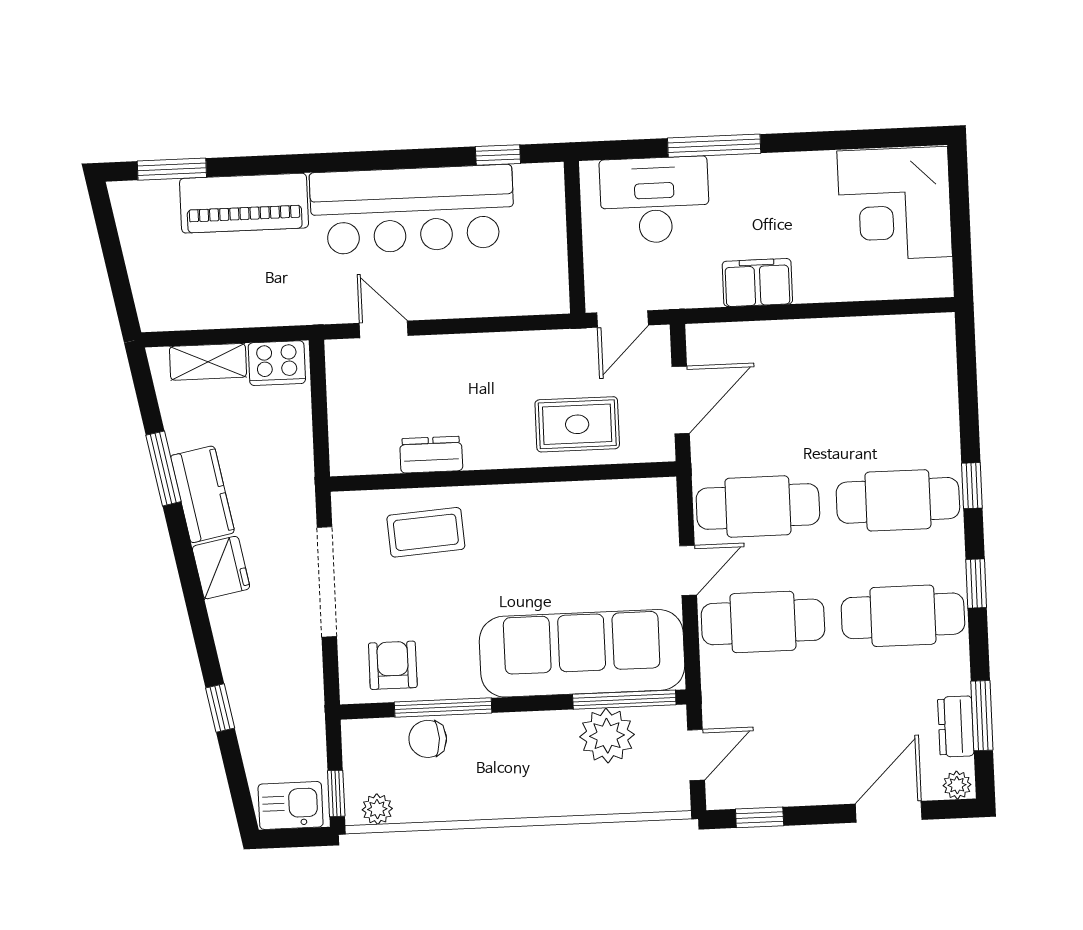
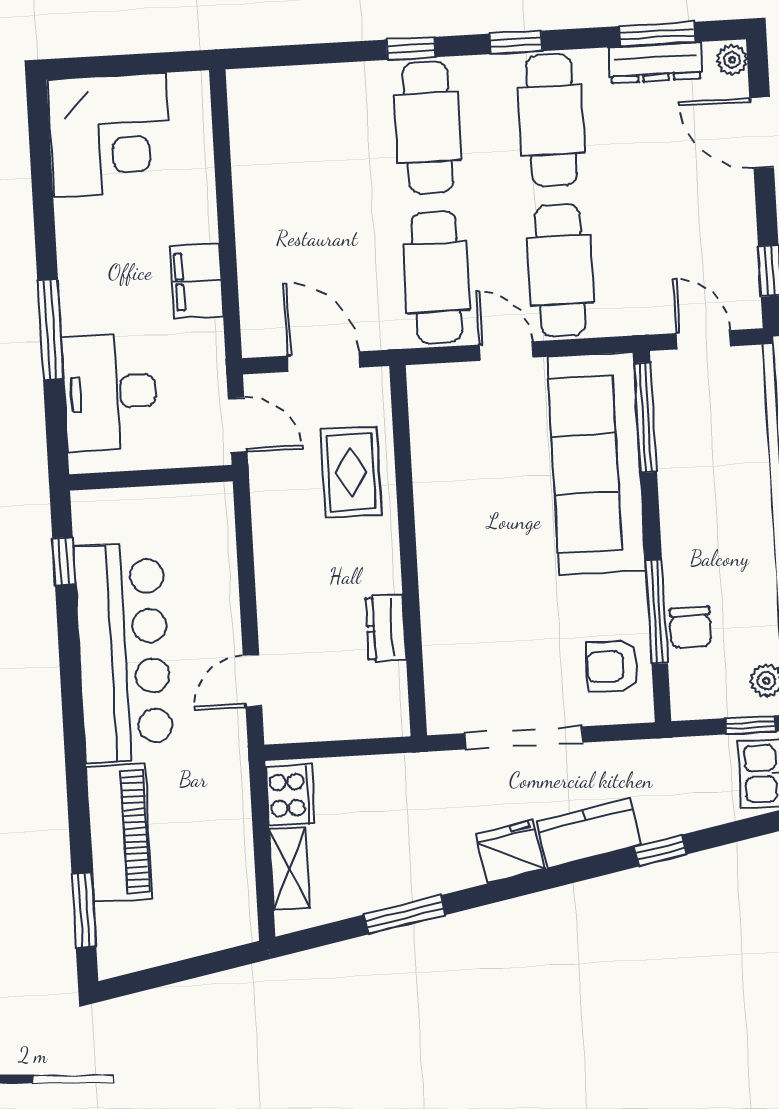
kitchen counter: (203, 494) -> (589, 833), moved
coffee table: (426, 532) -> (469, 633), removed
dresser: (956, 726) -> (655, 63), width x1.44
plant: (607, 736) -> (684, 435), removed

